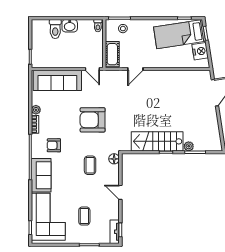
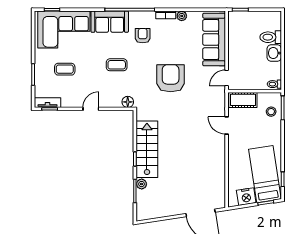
coffee table: (90, 165) -> (117, 65), moved

